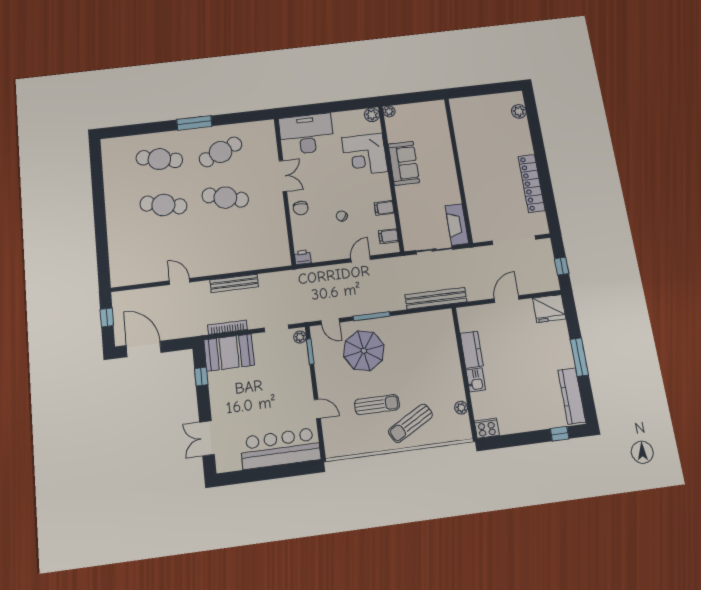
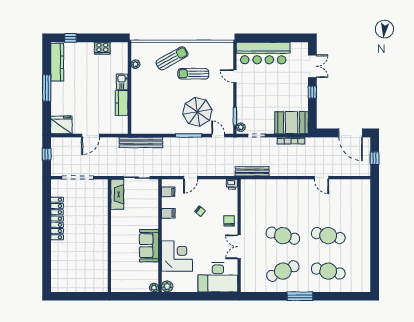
plant: (519, 111) -> (56, 276), removed
bench: (234, 283) -> (252, 171), moved
window: (201, 377) -> (312, 92), moved
cooker: (487, 428) -> (102, 48), moved

